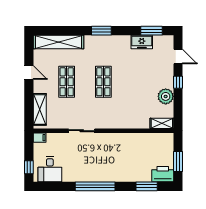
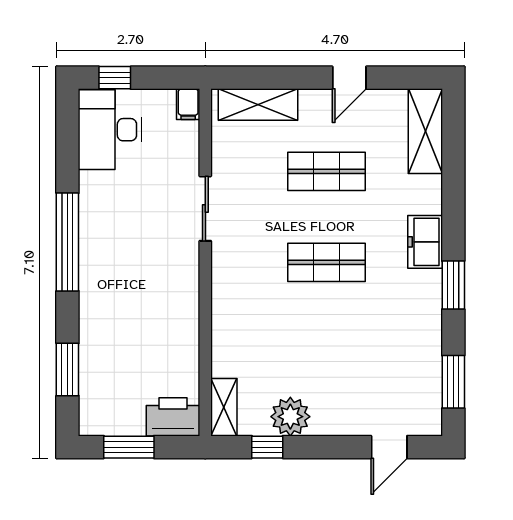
window: (101, 31) -> (453, 285), moved
shelving: (58, 42) -> (425, 131), width x0.68
freezer: (142, 42) -> (425, 242), moved
window: (178, 82) -> (267, 447), moved
desk: (50, 169) -> (110, 130), width x1.37
printer: (163, 174) -> (173, 417), moved, turned -90

